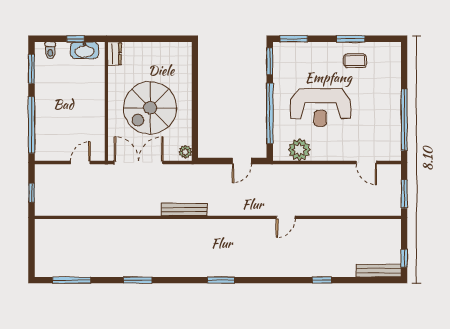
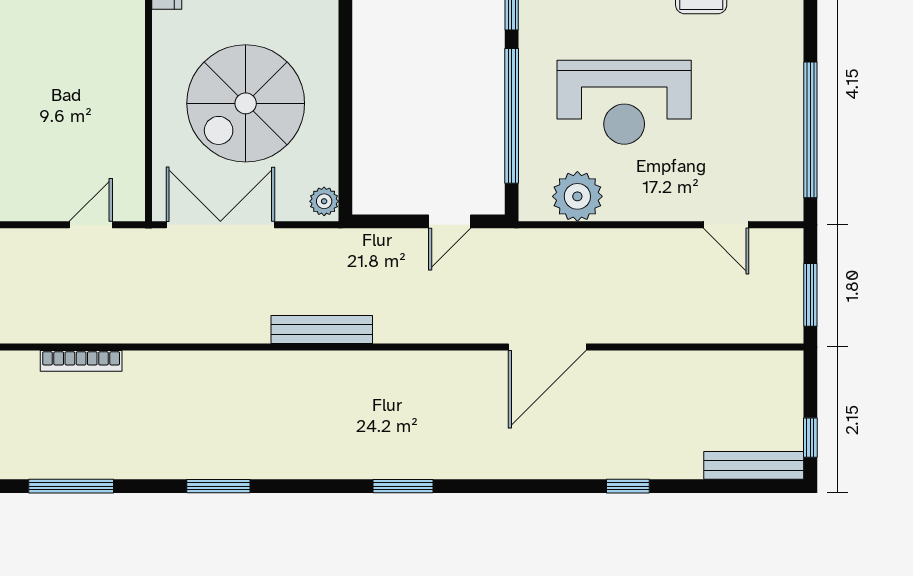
door: (286, 217) -> (547, 347), width x1.88
bookcase: (76, 224) -> (81, 361), added

